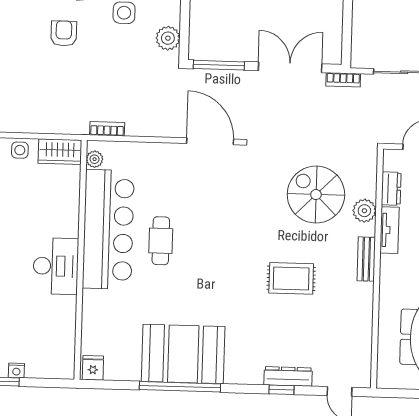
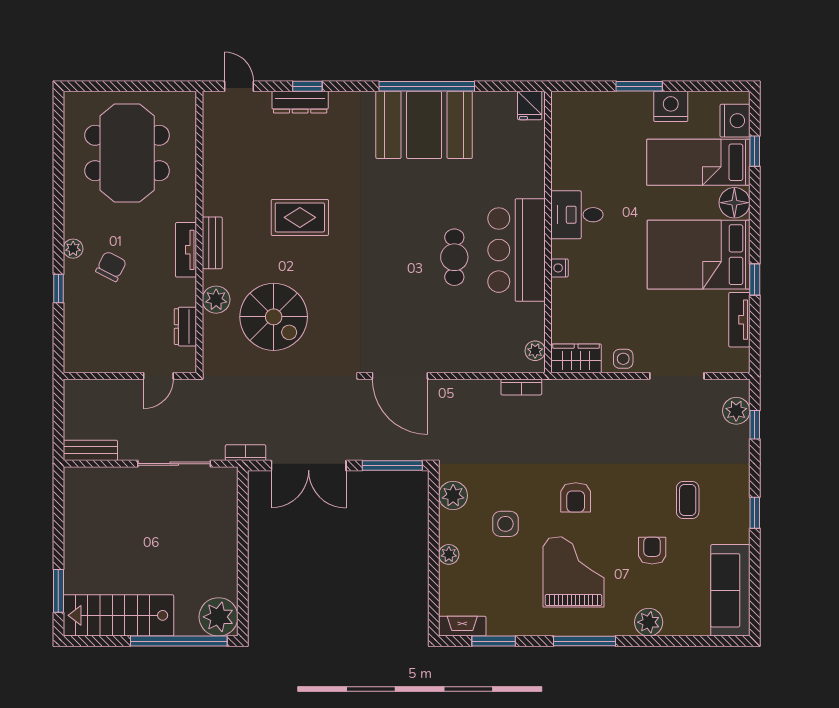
bar counter: (108, 229) -> (516, 250), width x0.73
tv unit: (389, 230) -> (186, 250), moved
desk: (56, 266) -> (577, 215), width x0.73
nightstand: (16, 370) -> (559, 268), moved, turned -90

